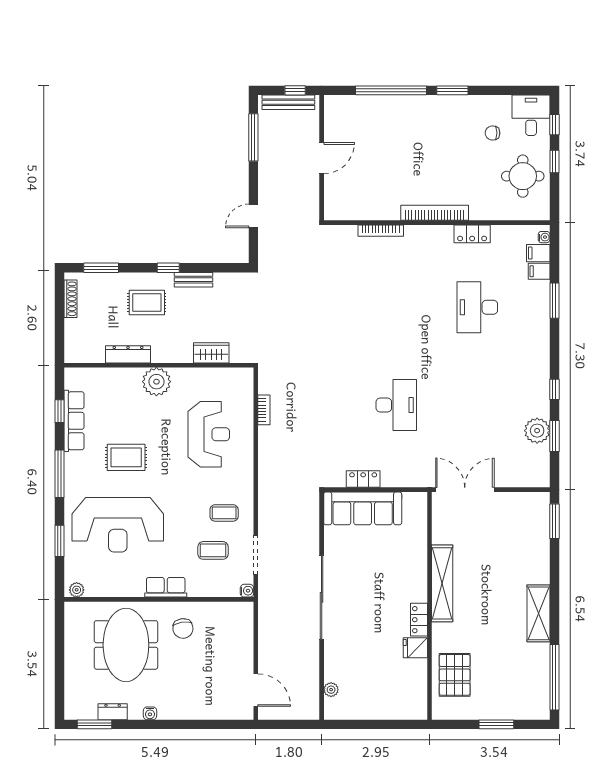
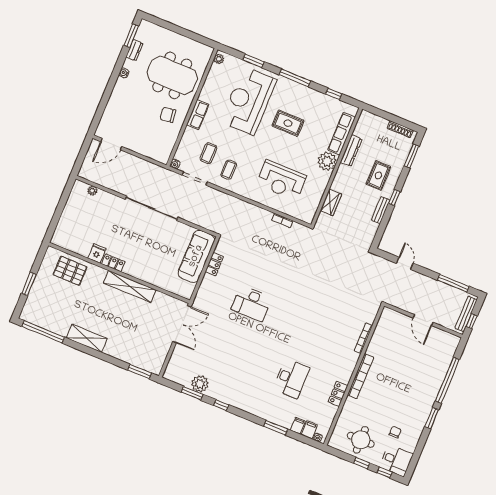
desk: (477, 307) -> (291, 378), turned 90
row of seats: (74, 421) -> (342, 134), moved, turned 90
rug: (126, 457) -> (288, 123), turned 90

